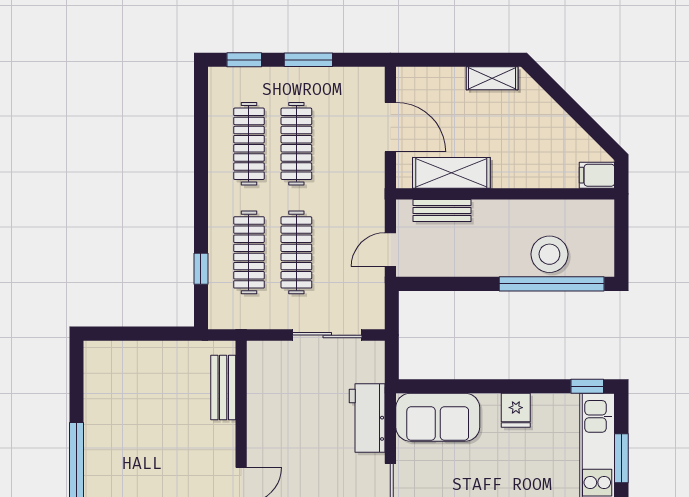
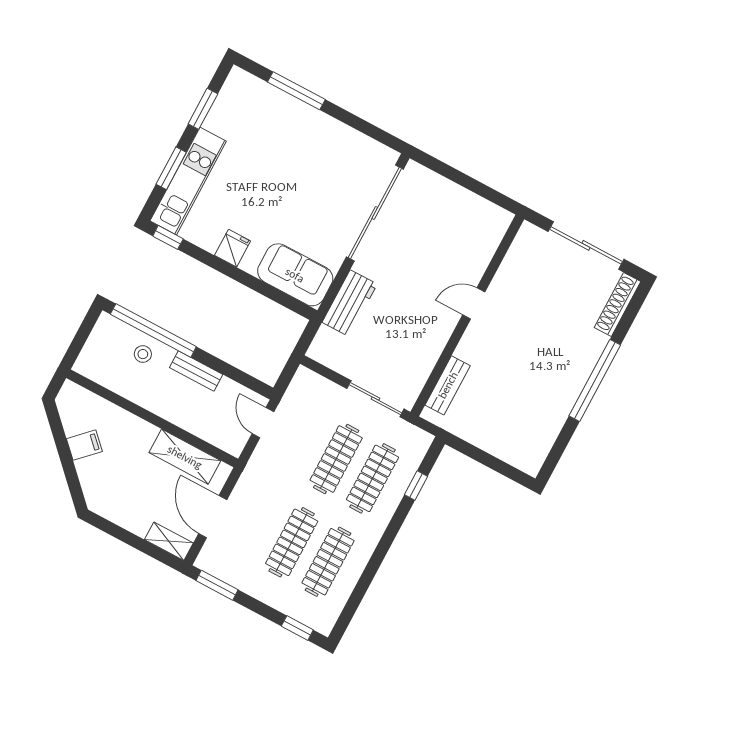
window: (308, 60) -> (217, 585), moved
shelving: (492, 78) -> (169, 541), moved
filing cabinet: (597, 175) -> (84, 445), moved, turned -45
bench: (442, 211) -> (196, 371), moved
door: (390, 250) -> (263, 423), swing flipped
stool: (549, 254) -> (143, 354), width x0.53, depth x0.53
sliding door: (327, 335) -> (375, 399), moved

